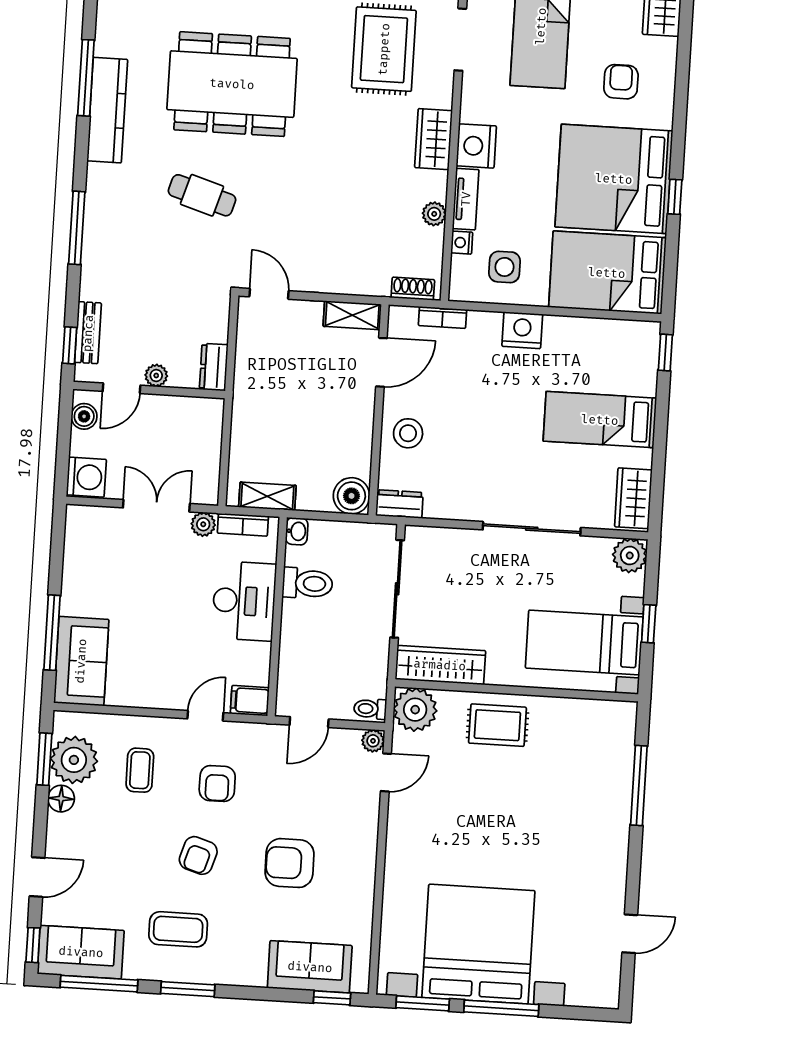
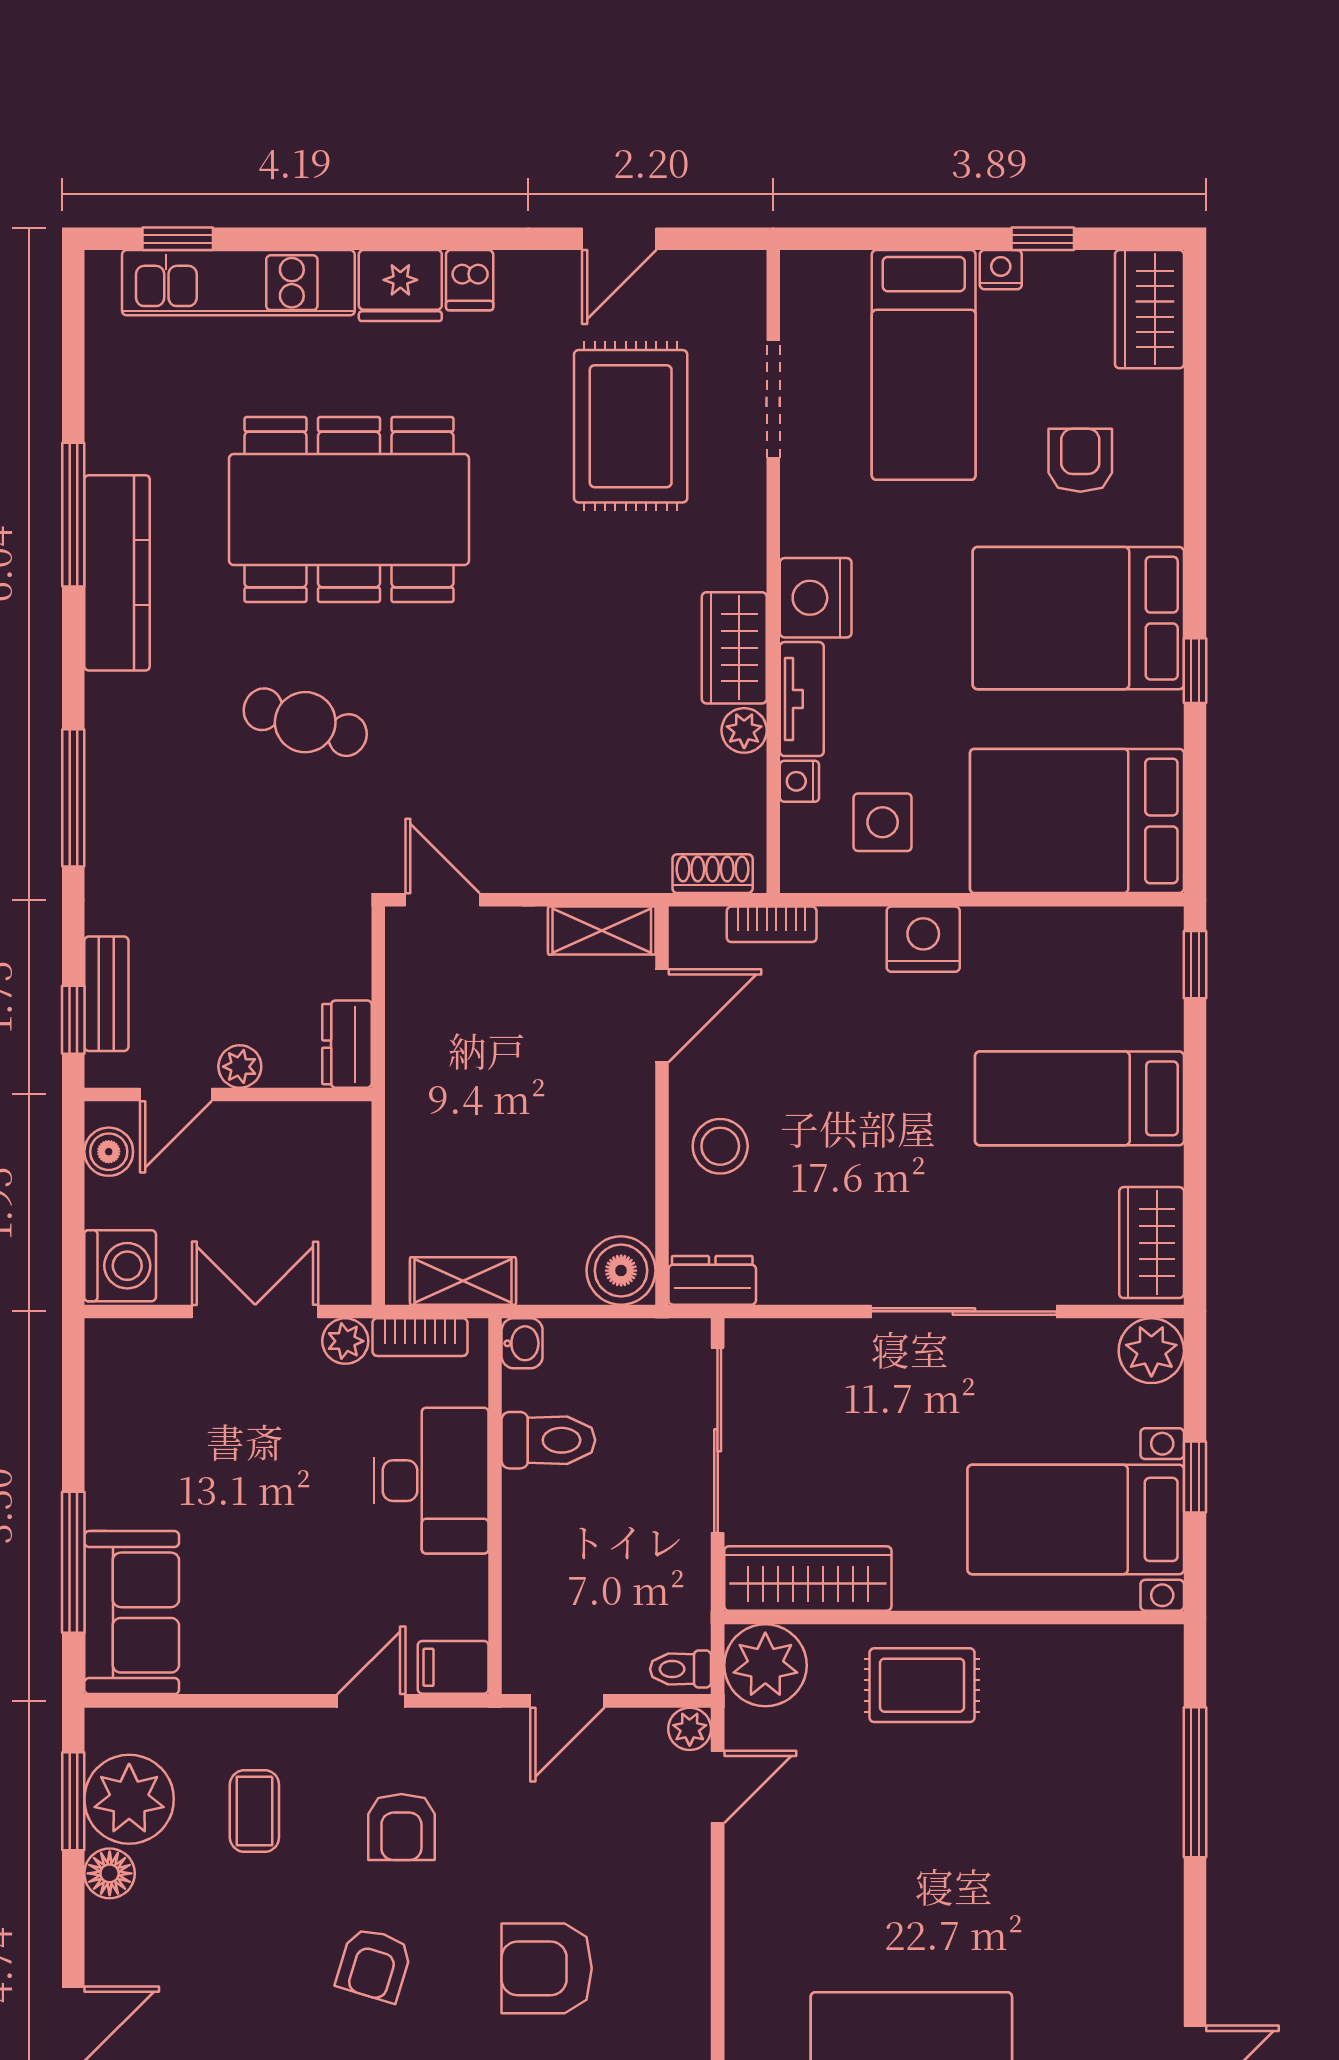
wardrobe: (433, 139) -> (734, 648), moved
bed: (614, 179) -> (1078, 618), width x0.73

